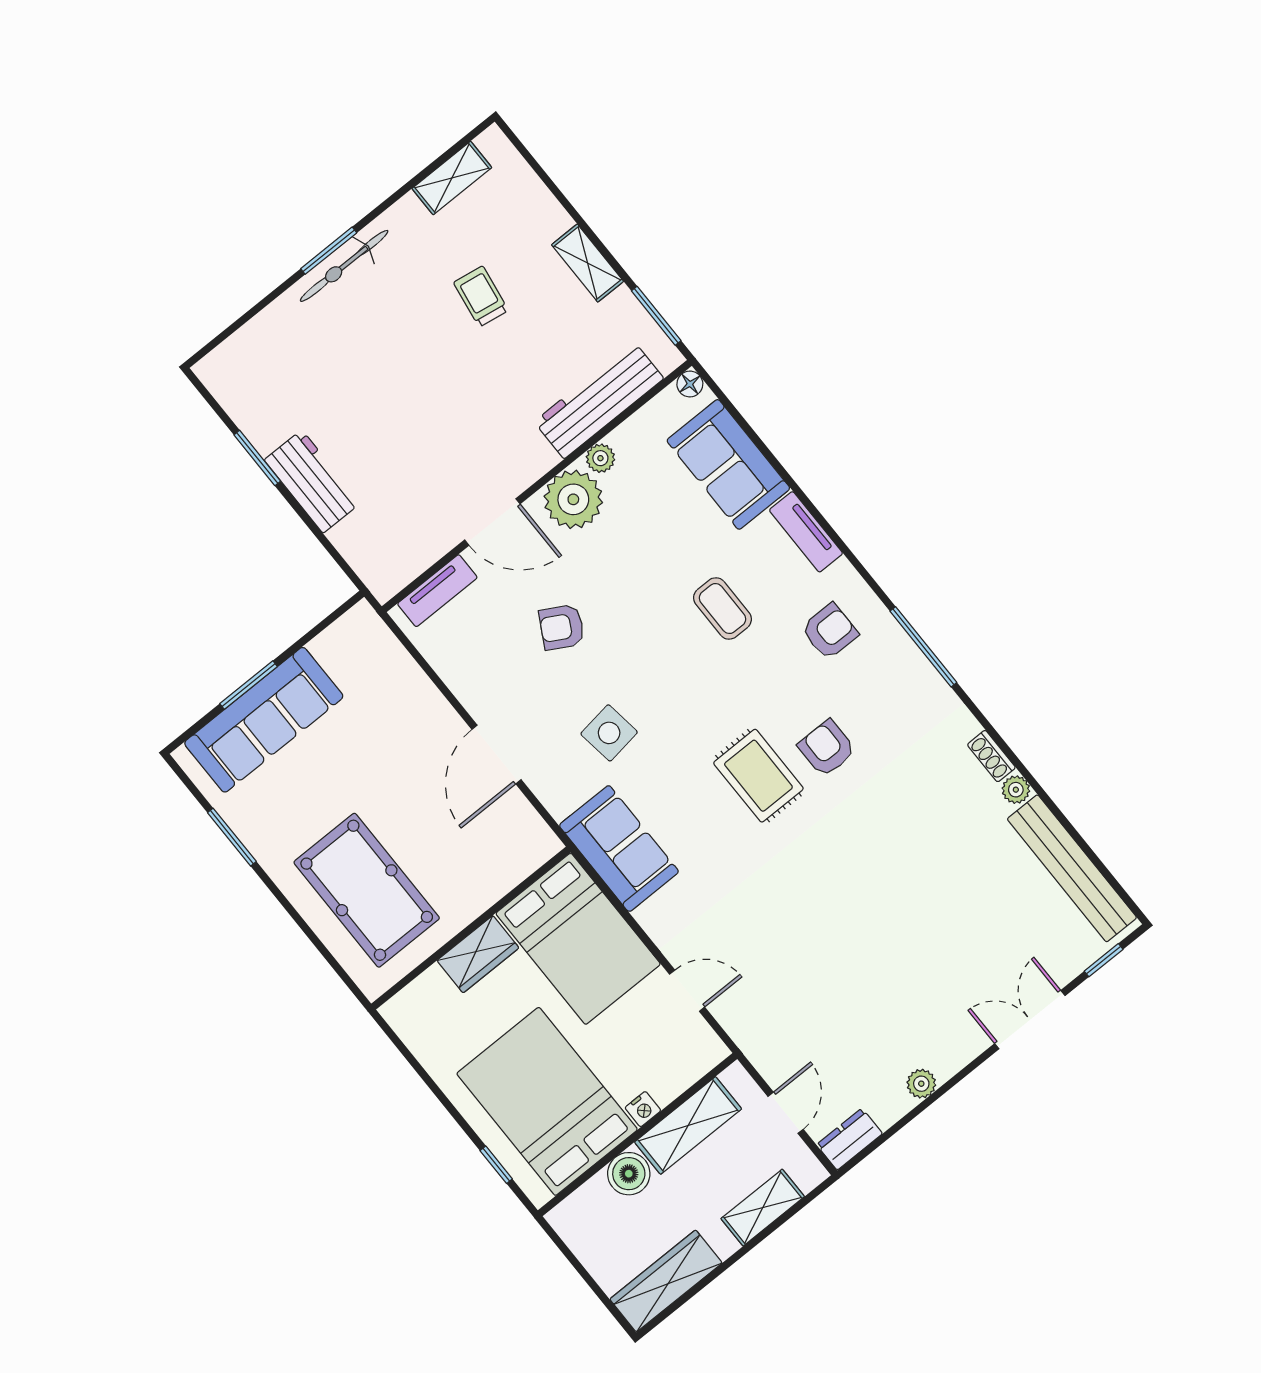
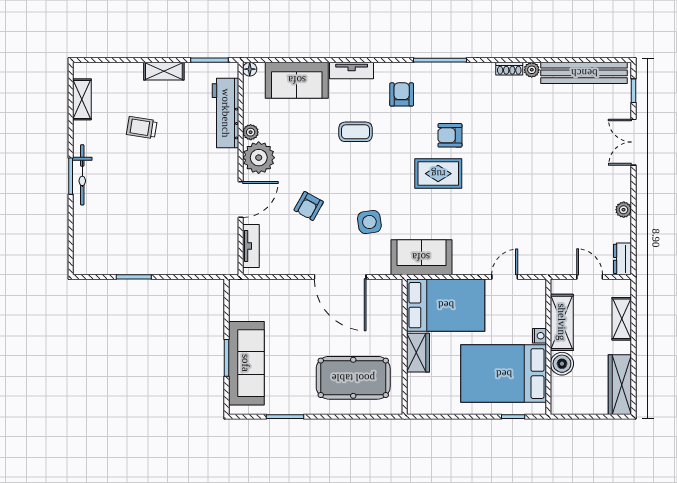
workbench: (312, 481) -> (162, 262), removed
door: (496, 754) -> (340, 277), width x1.36

